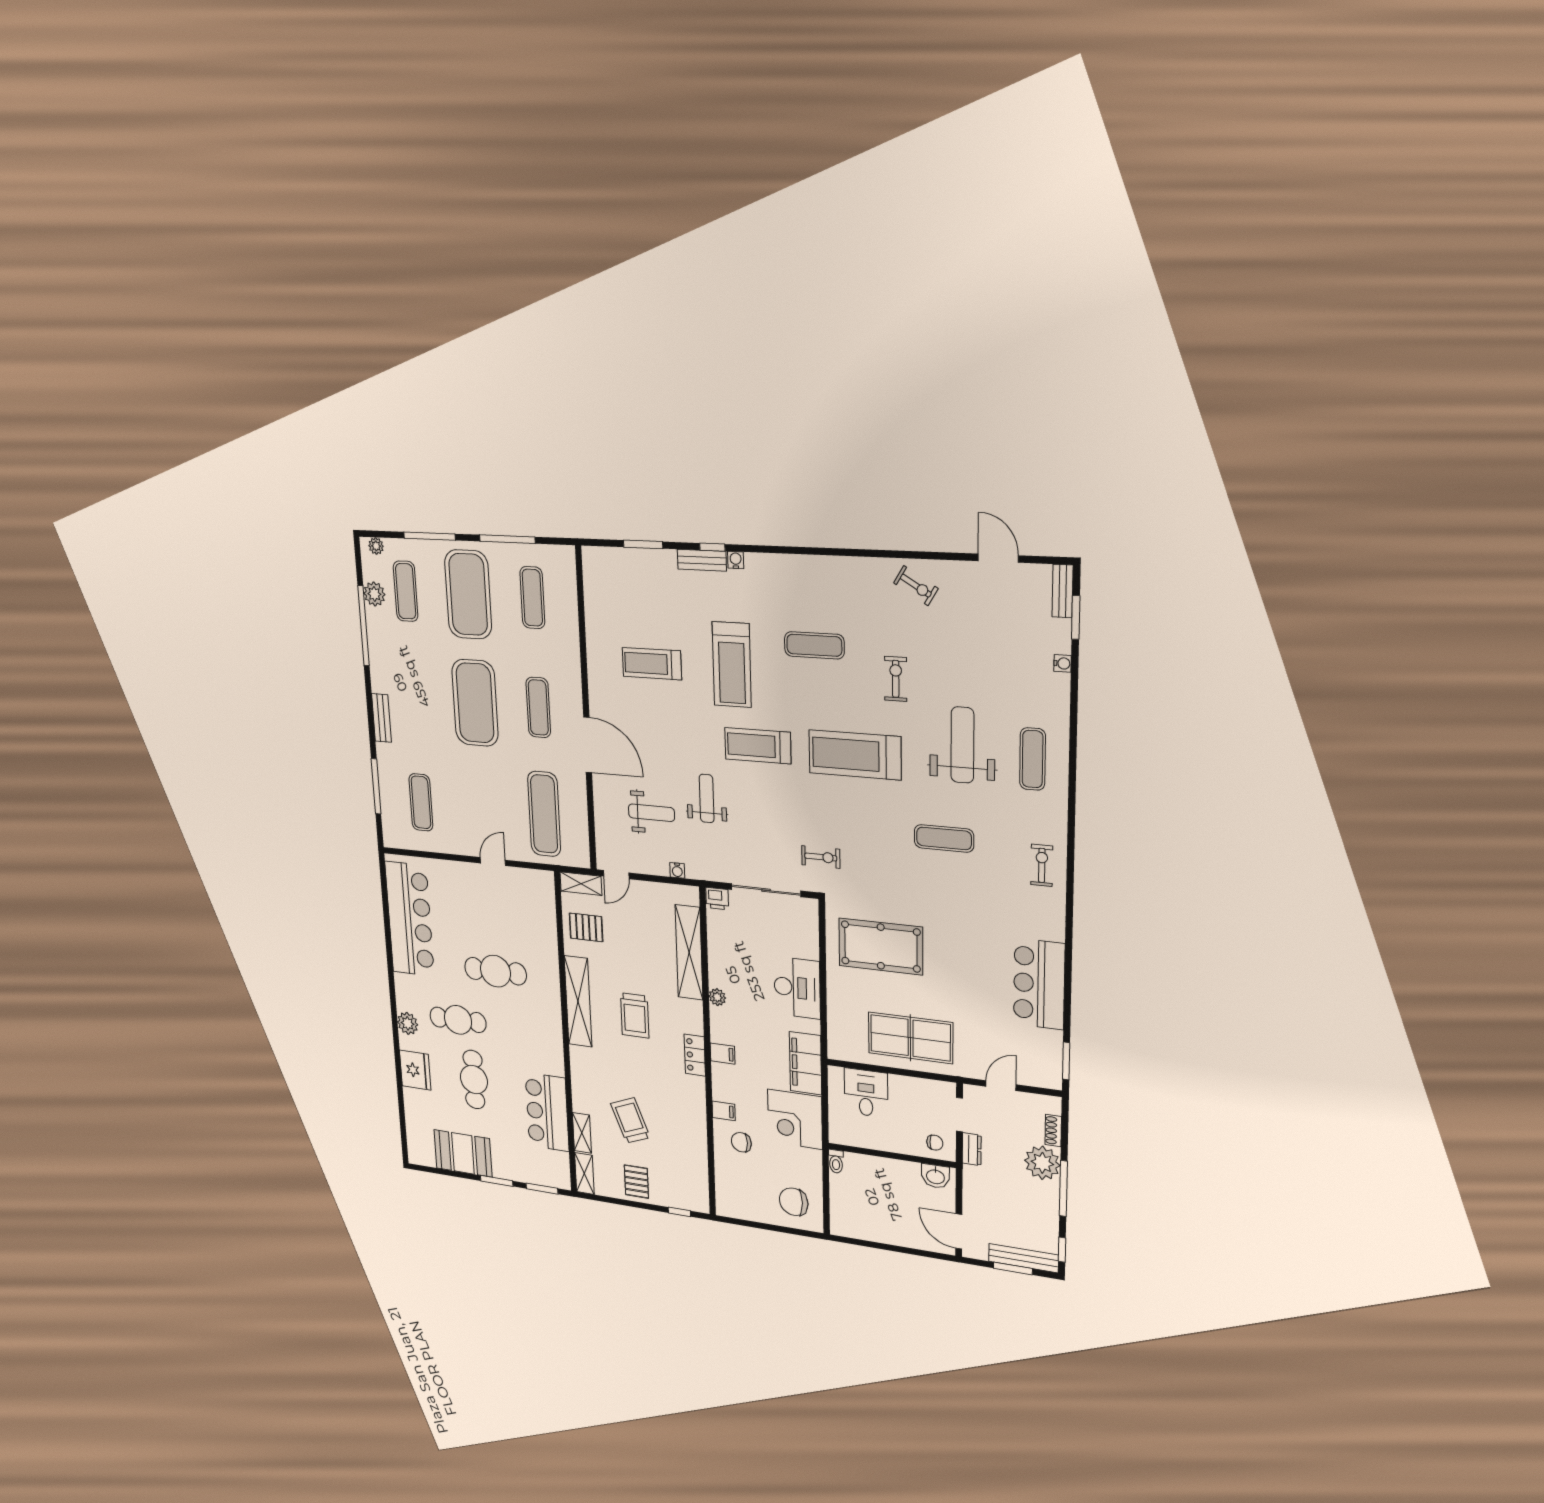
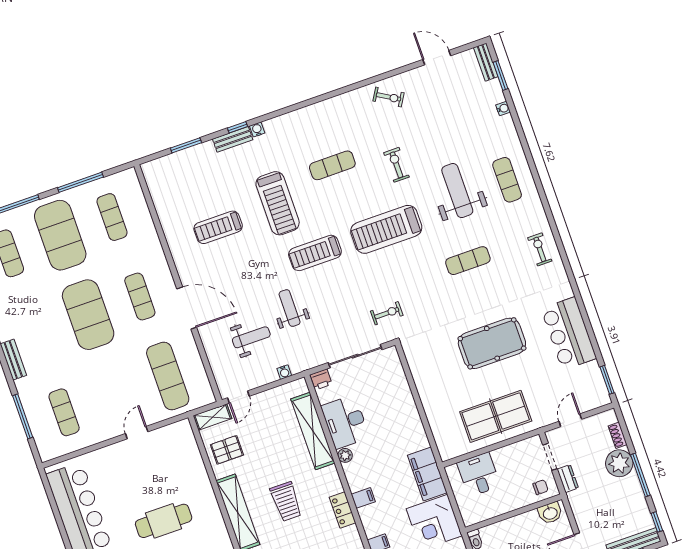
pool table: (881, 946) -> (492, 343), moved
desk: (797, 988) -> (345, 422), moved, turned 180

